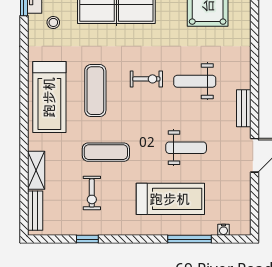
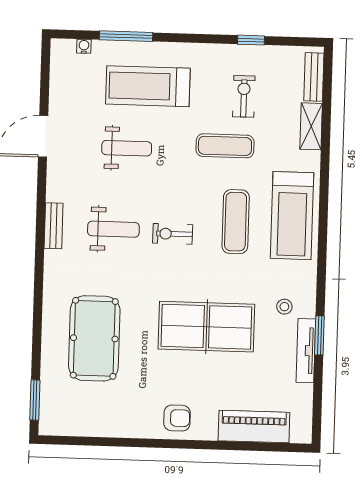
treadmill: (49, 97) -> (292, 216), turned 180
bench: (244, 108) -> (54, 226), moved
weight bench: (186, 148) -> (127, 148), turned 180

